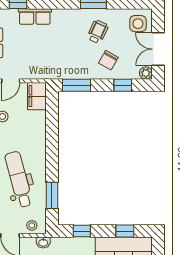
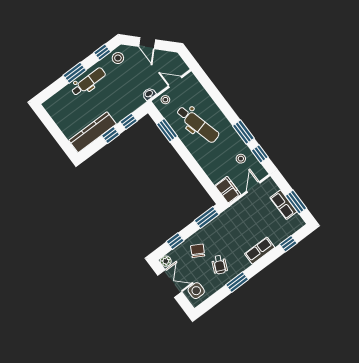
row of seats: (35, 17) -> (260, 251), moved
window: (125, 231) -> (110, 135), moved

